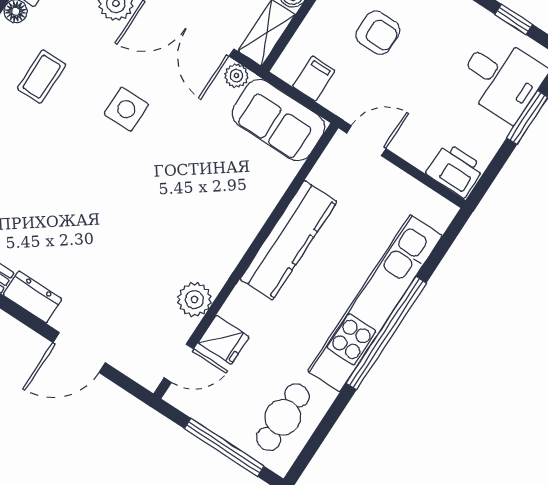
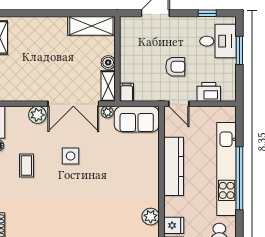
armchair: (378, 33) -> (175, 67), moved
filing cabinet: (314, 79) -> (127, 92), moved
door: (366, 141) -> (179, 104), swing flipped
printer: (455, 170) -> (209, 92), moved

